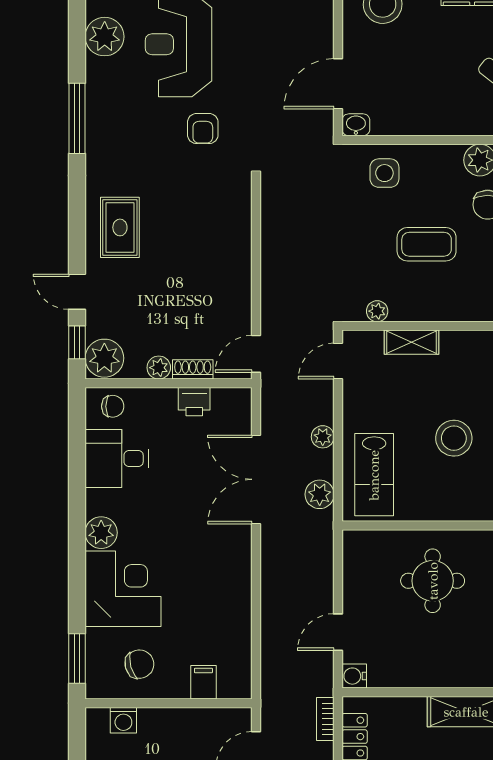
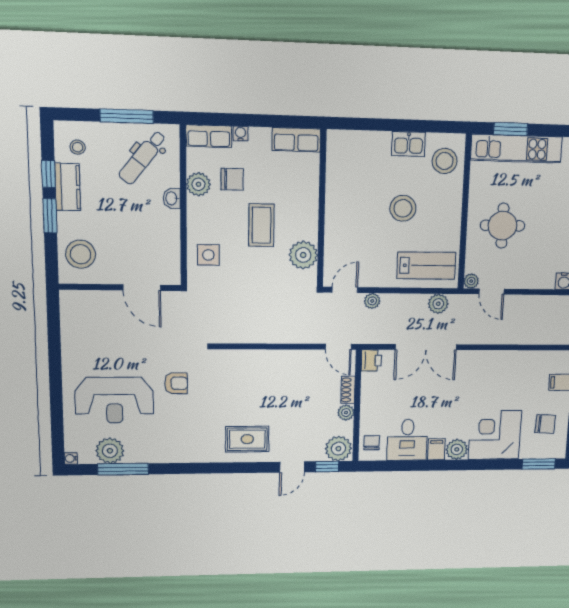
window: (77, 118) -> (123, 469), moved
washbasin: (356, 125) -> (172, 198), moved
plant: (377, 311) -> (303, 255), width x1.87, depth x1.87
shelving: (412, 342) -> (333, 237), removed
door: (338, 361) -> (345, 290), swing flipped
printer: (194, 402) -> (371, 360), moved
plant: (323, 437) -> (372, 301), moved
filing cabinet: (102, 502) -> (436, 449), added
plant: (353, 540) -> (471, 281), added
door: (338, 632) -> (491, 292), moved
chair: (139, 664) -> (545, 424), turned 108

